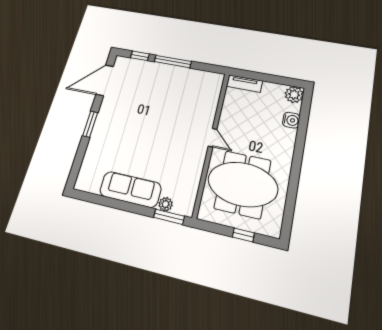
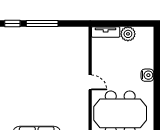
plant: (294, 95) -> (128, 34), moved
water cooler: (291, 120) -> (147, 75), moved

